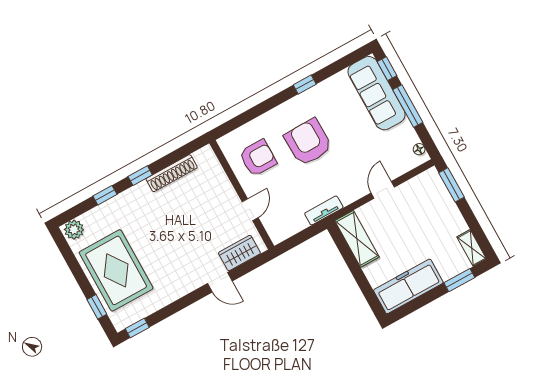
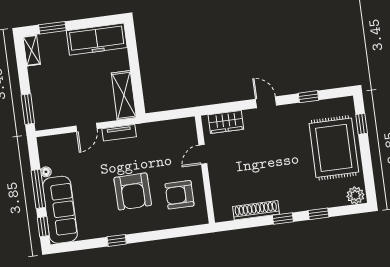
floor lamp: (419, 149) -> (46, 172), moved
tv unit: (324, 210) -> (119, 133), moved
door: (220, 282) -> (266, 102), moved
window: (137, 328) -> (308, 97), moved

